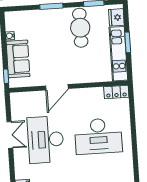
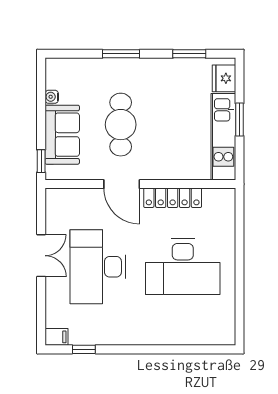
cafe table: (80, 28) -> (121, 125), moved
door: (57, 87) -> (122, 184), hinge flipped
locker: (116, 92) -> (173, 198), moved, width x1.53

